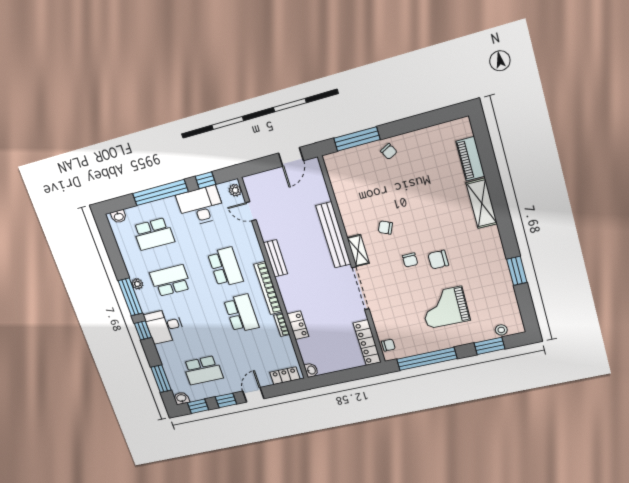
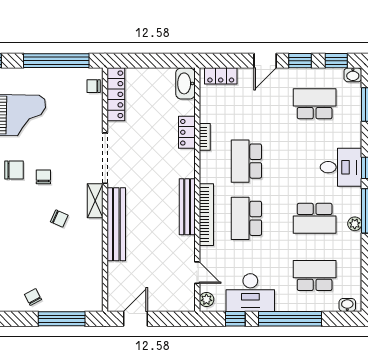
bench: (275, 258) -> (187, 207), width x1.36
bookcase: (268, 288) -> (206, 215), moved
washbasin: (311, 370) -> (185, 83), width x1.91, depth x1.45

